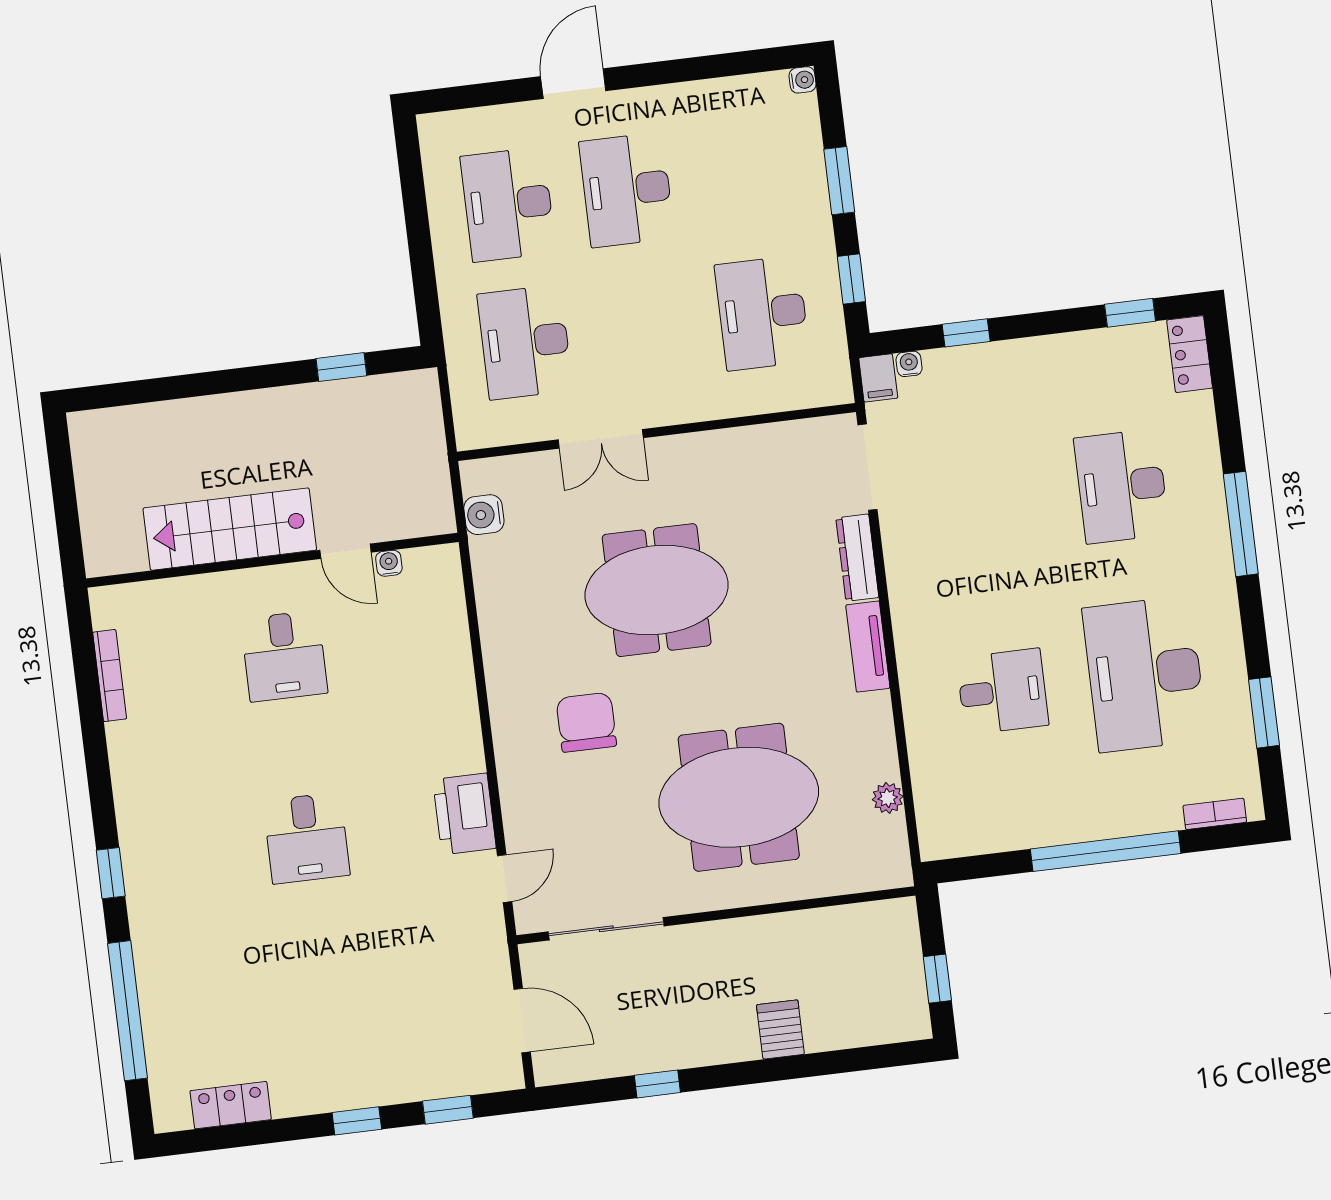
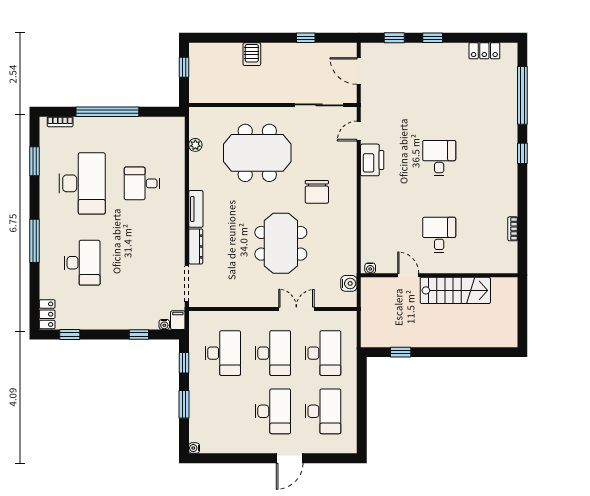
desk: (644, 328) -> (273, 353), added
water cooler: (389, 563) -> (370, 268), moved
meeting table: (657, 590) -> (281, 243), turned 90
bookcase: (110, 676) -> (513, 229), width x0.64

